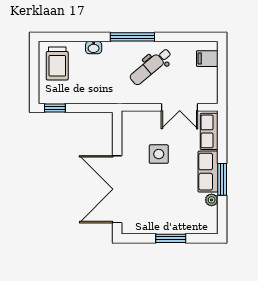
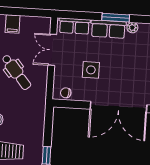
double door: (180, 107) -> (52, 50), swing flipped
chair: (130, 126) -> (66, 93), added

